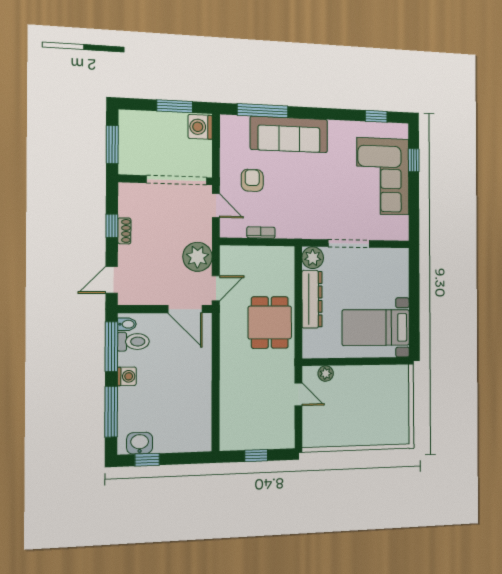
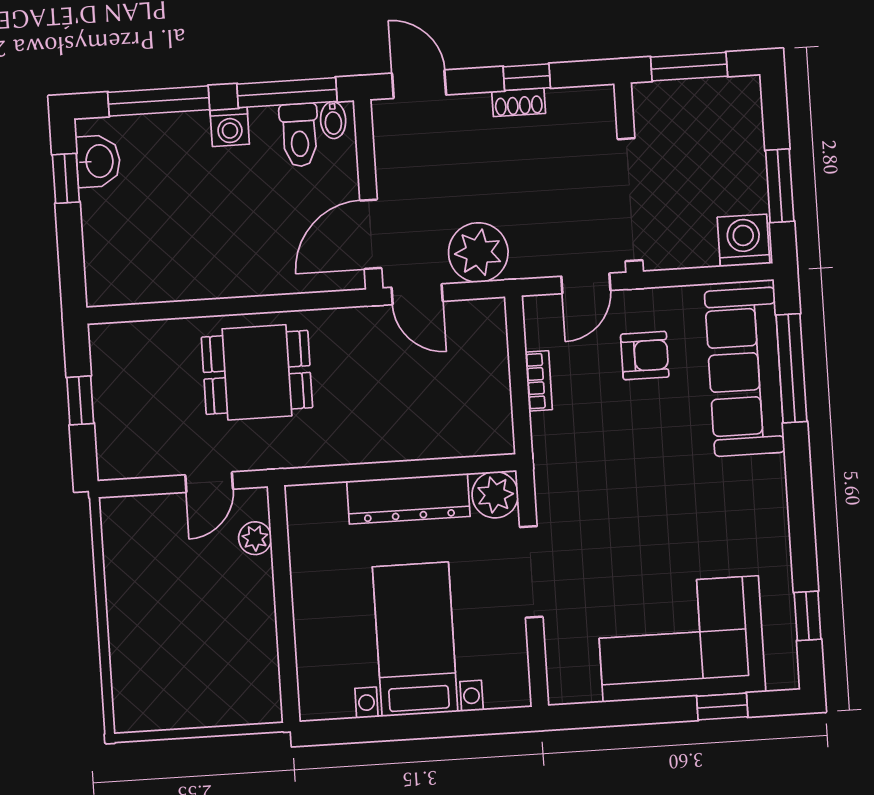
sofa: (289, 134) -> (745, 372), moved
dining table: (270, 323) -> (257, 372), moved
bed with nightstands: (376, 328) -> (415, 639), moved

